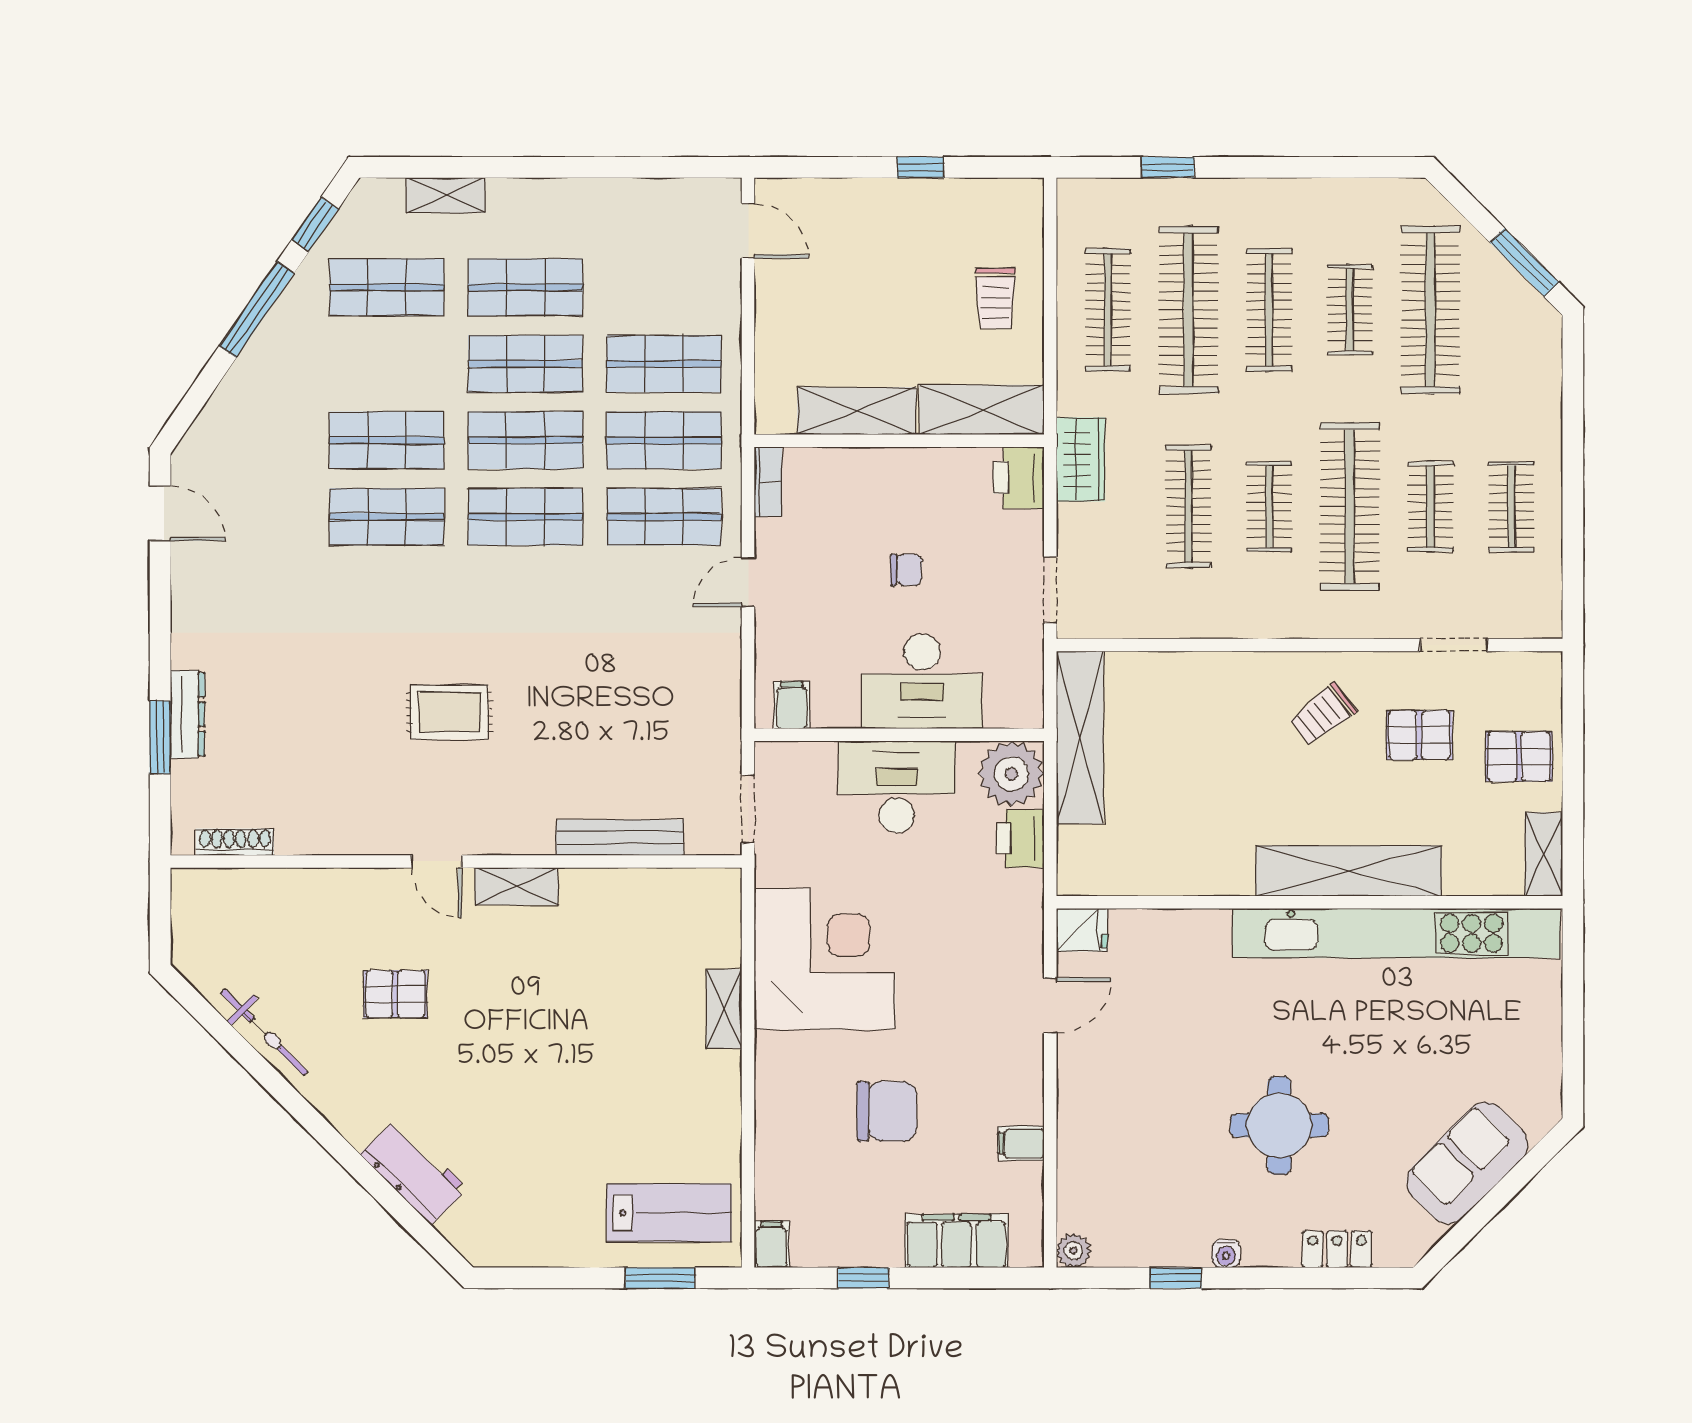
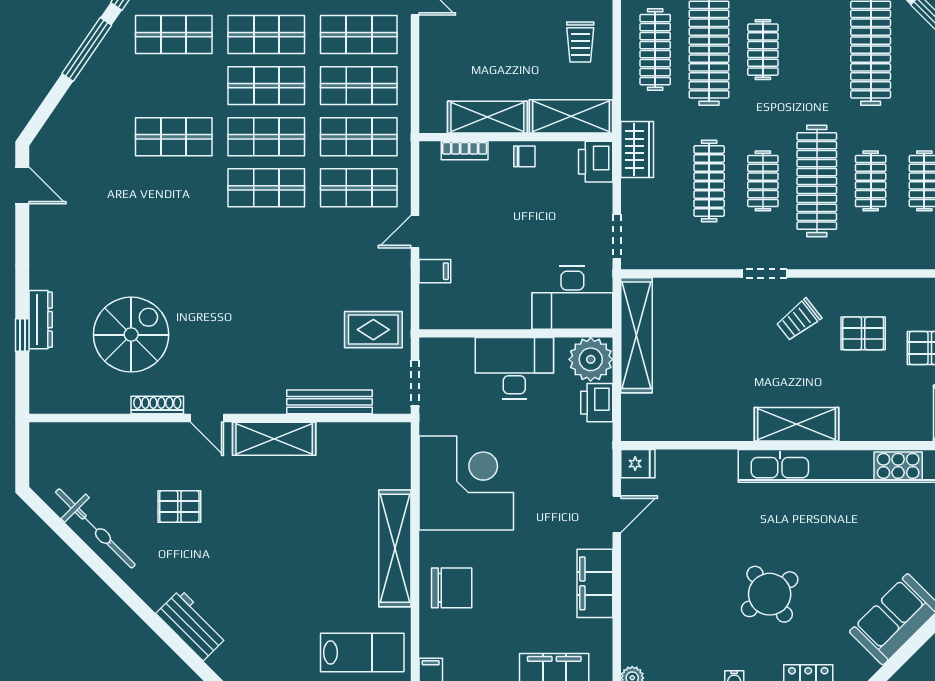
clothes rail: (1269, 310) -> (763, 50), width x0.73
clothes rail: (1350, 310) -> (817, 50), removed
bookcase: (768, 482) -> (465, 151), moved, turned 90
shop shelf: (387, 517) -> (359, 35), moved
chair: (906, 570) -> (524, 156), moved
doorway: (1454, 645) -> (764, 273), moved
desk: (922, 681) -> (572, 298), moved
filing cabinet: (792, 705) -> (435, 271), moved, turned 90
rug: (450, 712) -> (373, 330), moved
spiral stairs: (323, 736) -> (131, 335), added
window: (160, 737) -> (22, 335), width x0.67
shoe rack: (235, 842) -> (157, 405), moved
shelving: (1349, 871) -> (796, 424), width x0.68
shelving: (516, 886) -> (274, 439), width x1.50, depth x1.33
shelving: (724, 1009) -> (395, 548), width x2.20, depth x1.33
bicycle: (264, 1032) -> (95, 528), width x1.37, depth x1.40
chair: (887, 1111) -> (452, 588), moved
round table: (1279, 1125) -> (770, 594), turned -36
filing cabinet: (1021, 1143) -> (595, 583), width x3.00, depth x1.17

